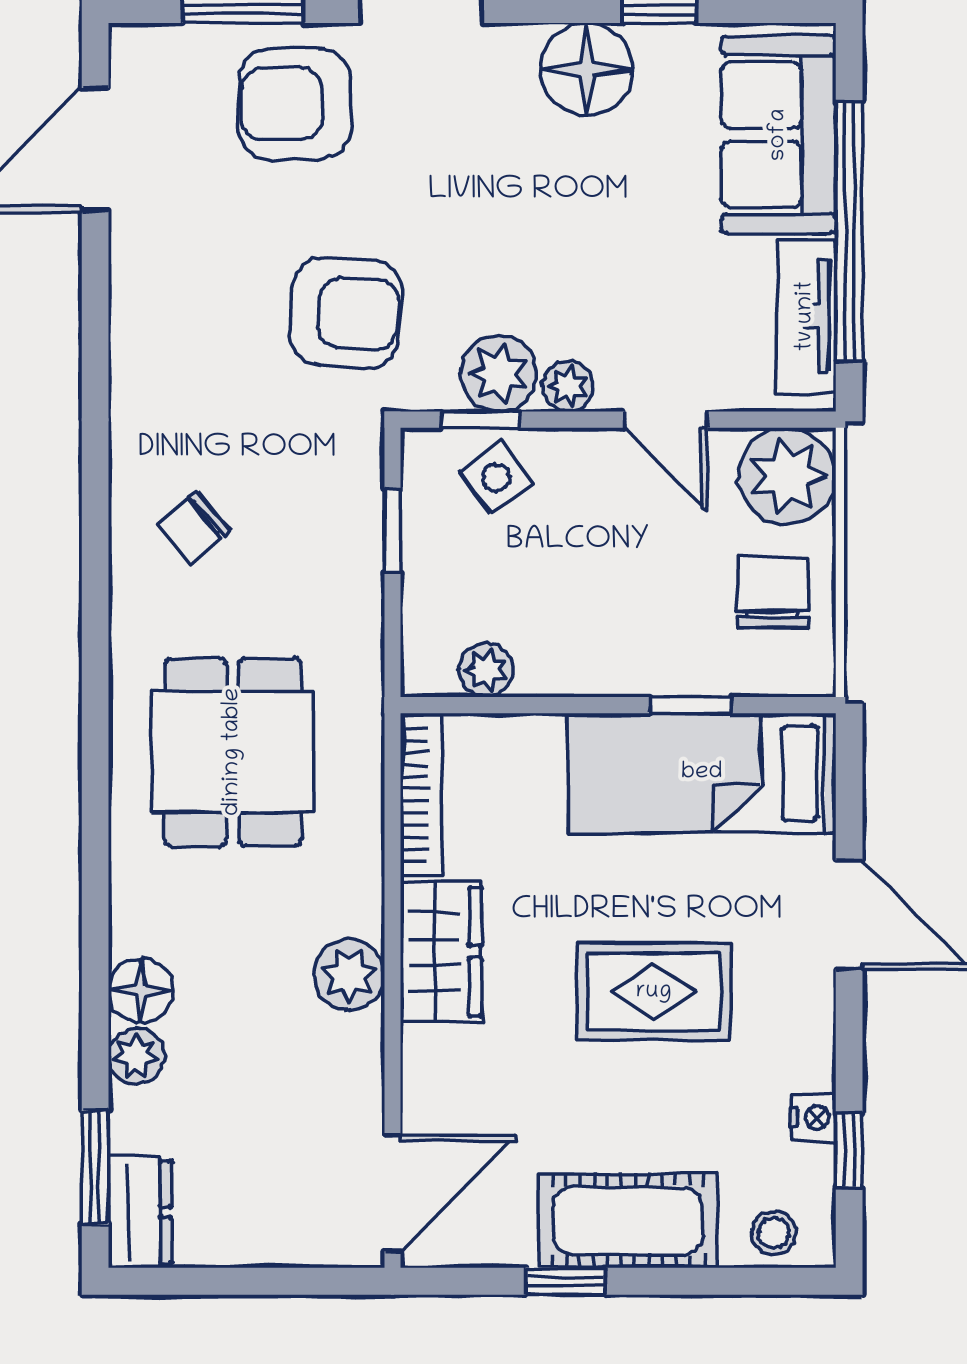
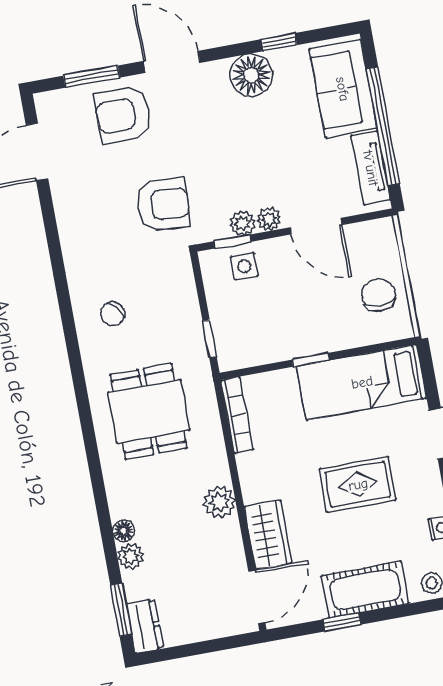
plant: (499, 374) -> (242, 223), width x0.73, depth x0.73
door: (666, 420) -> (316, 226), width x1.38
plant: (787, 476) -> (375, 242), removed
side table: (496, 478) -> (244, 266), turned 36
window: (393, 531) -> (210, 339), moved
plant: (486, 670) -> (256, 354), removed
window: (690, 705) -> (311, 360), moved
wardrobe: (441, 952) -> (268, 535), moved
floor lamp: (141, 991) -> (124, 531), width x0.73, depth x0.73

